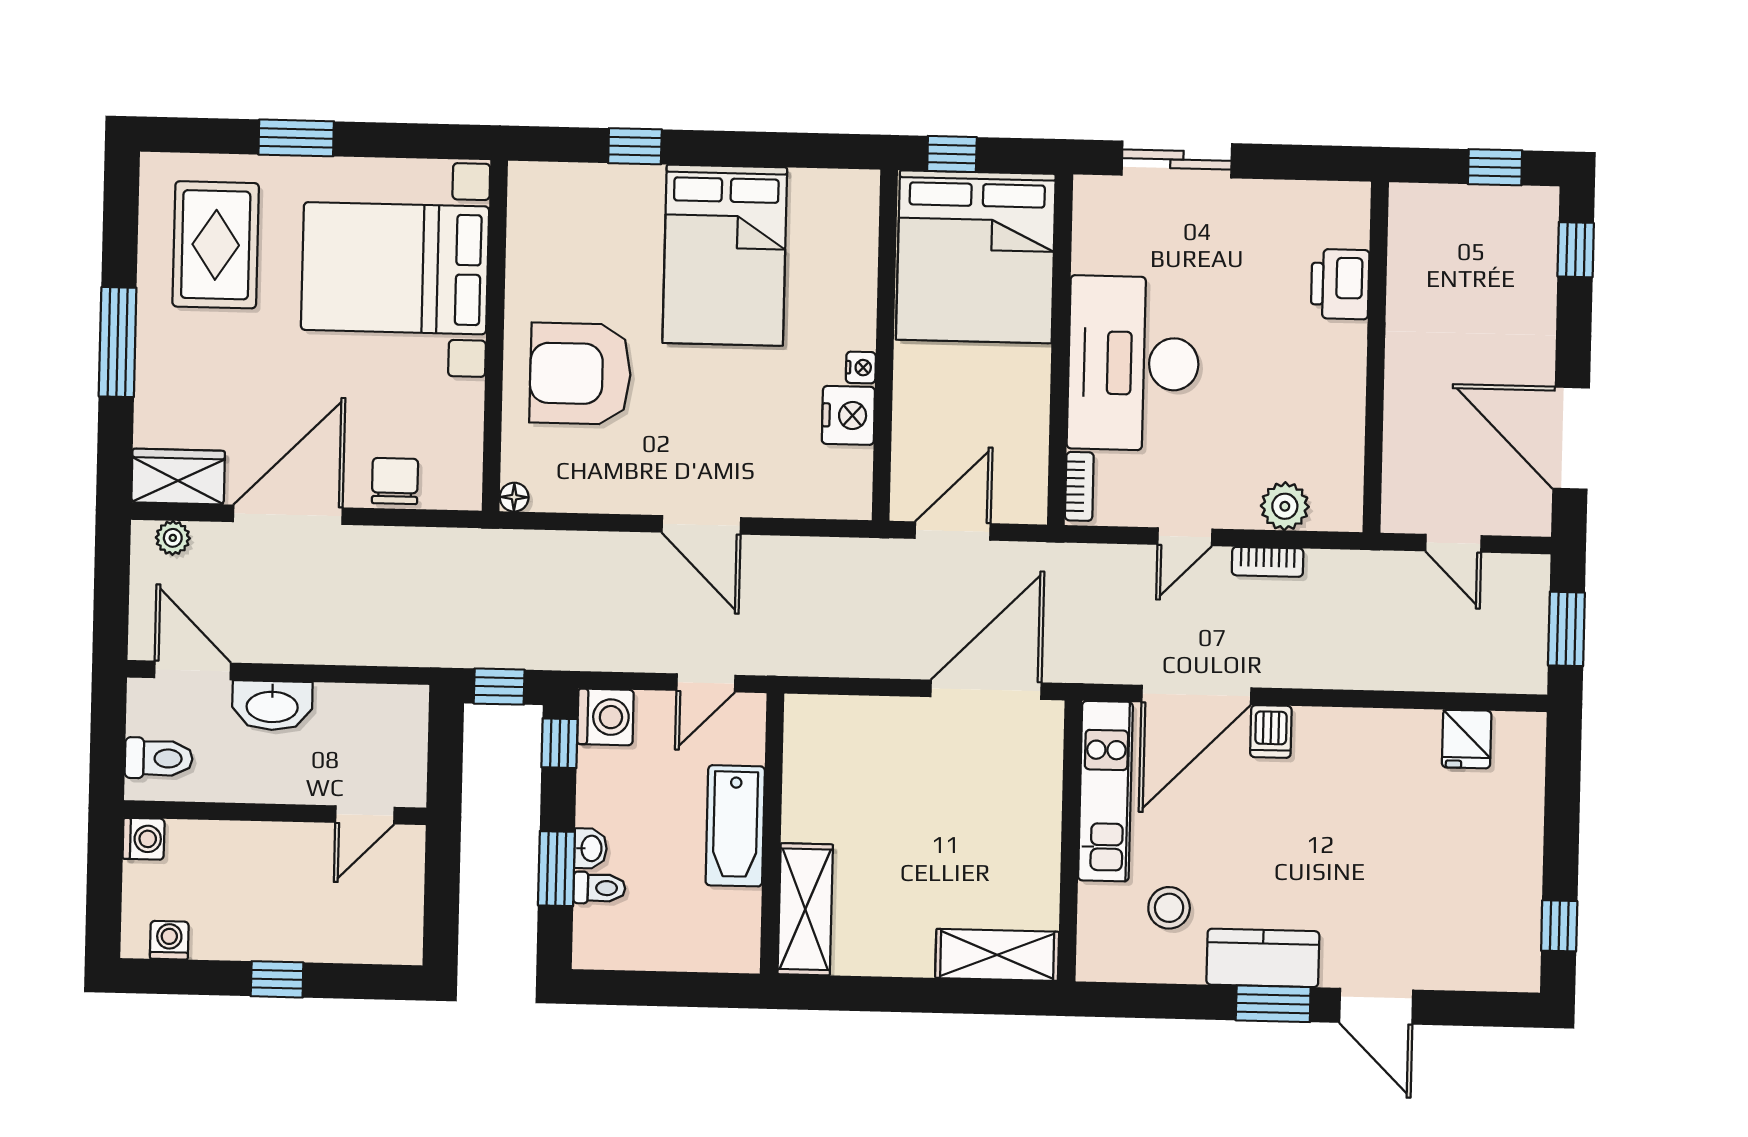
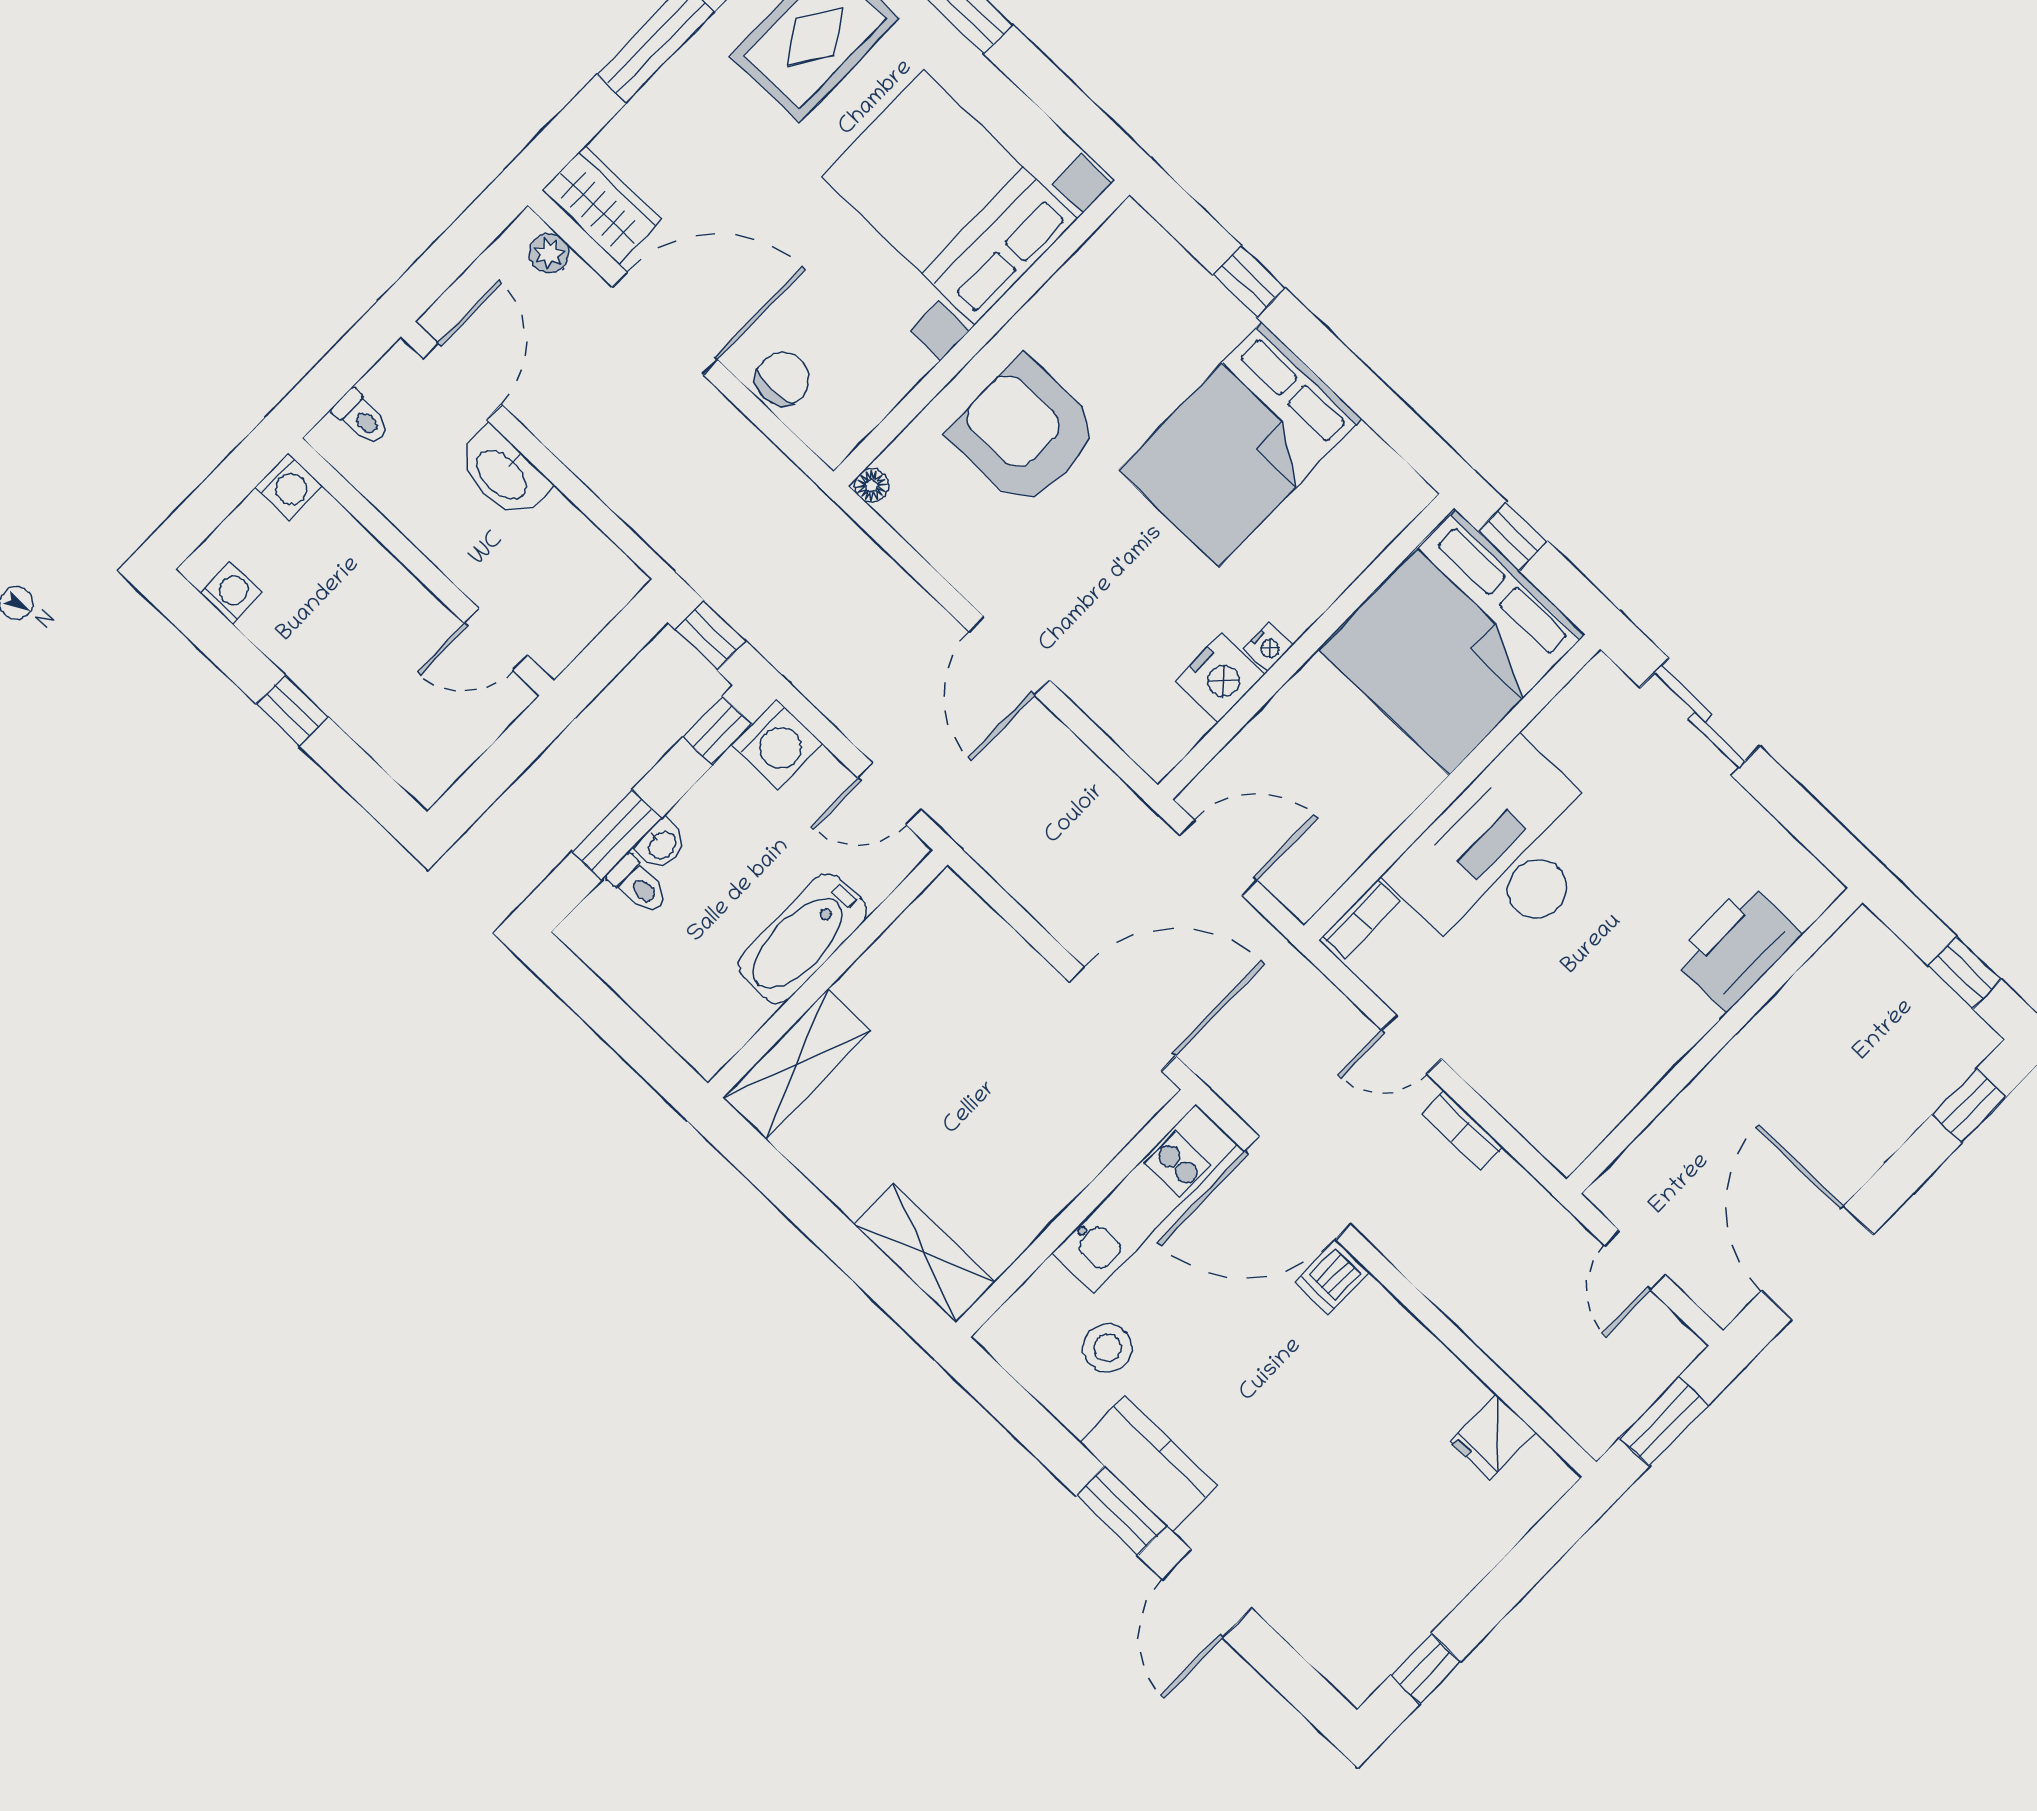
printer: (1340, 284) -> (1737, 946), width x1.37, depth x1.19
plant: (1285, 506) -> (1520, 1097), removed
toilet: (159, 758) -> (361, 417), width x0.73, depth x0.72

